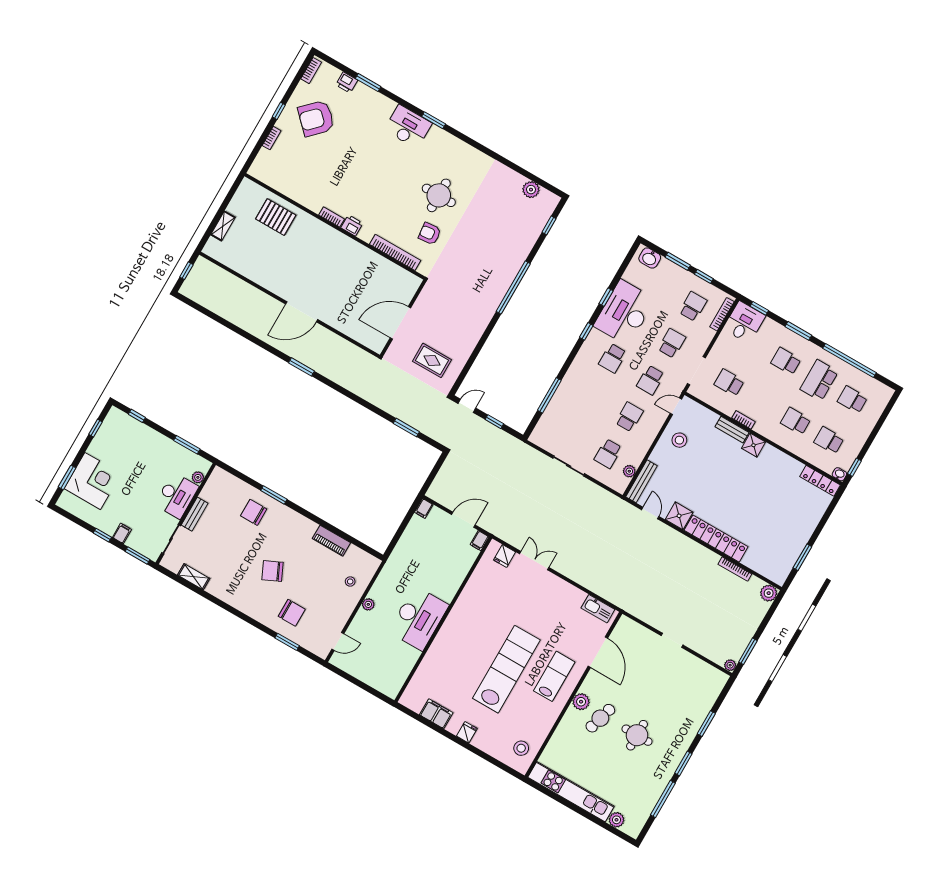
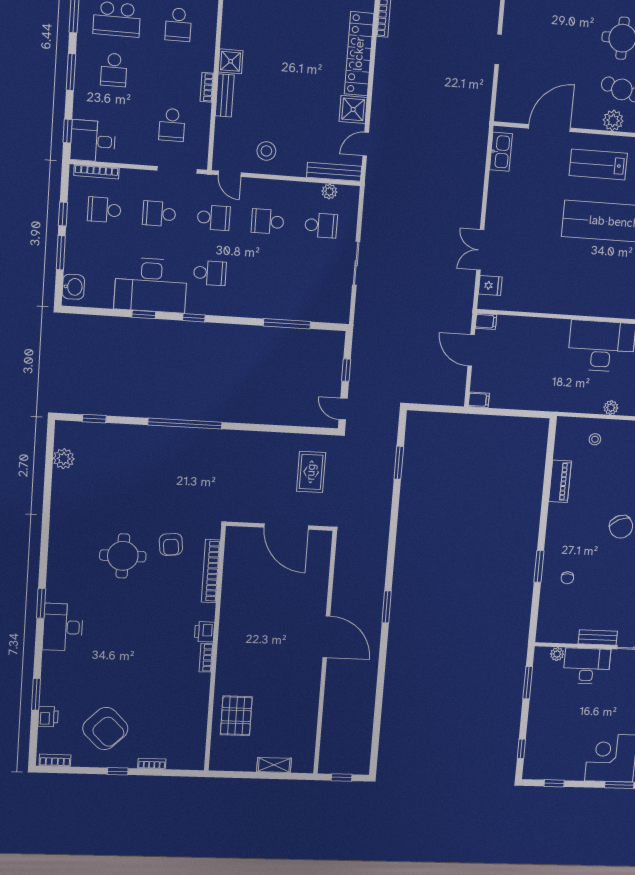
chair: (254, 512) -> (567, 578), width x0.54, depth x0.54

